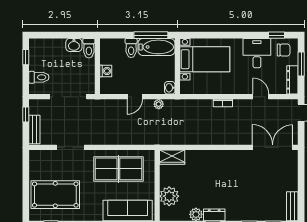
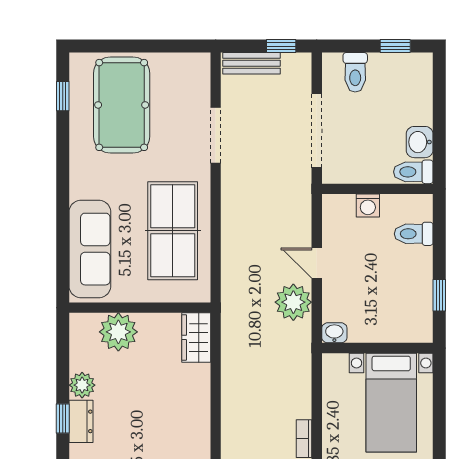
window: (151, 35) -> (439, 295), width x0.46
bathtub: (156, 47) -> (416, 306), removed
toilet: (131, 48) -> (414, 234), moved
plant: (159, 104) -> (293, 302), width x1.88, depth x1.88

